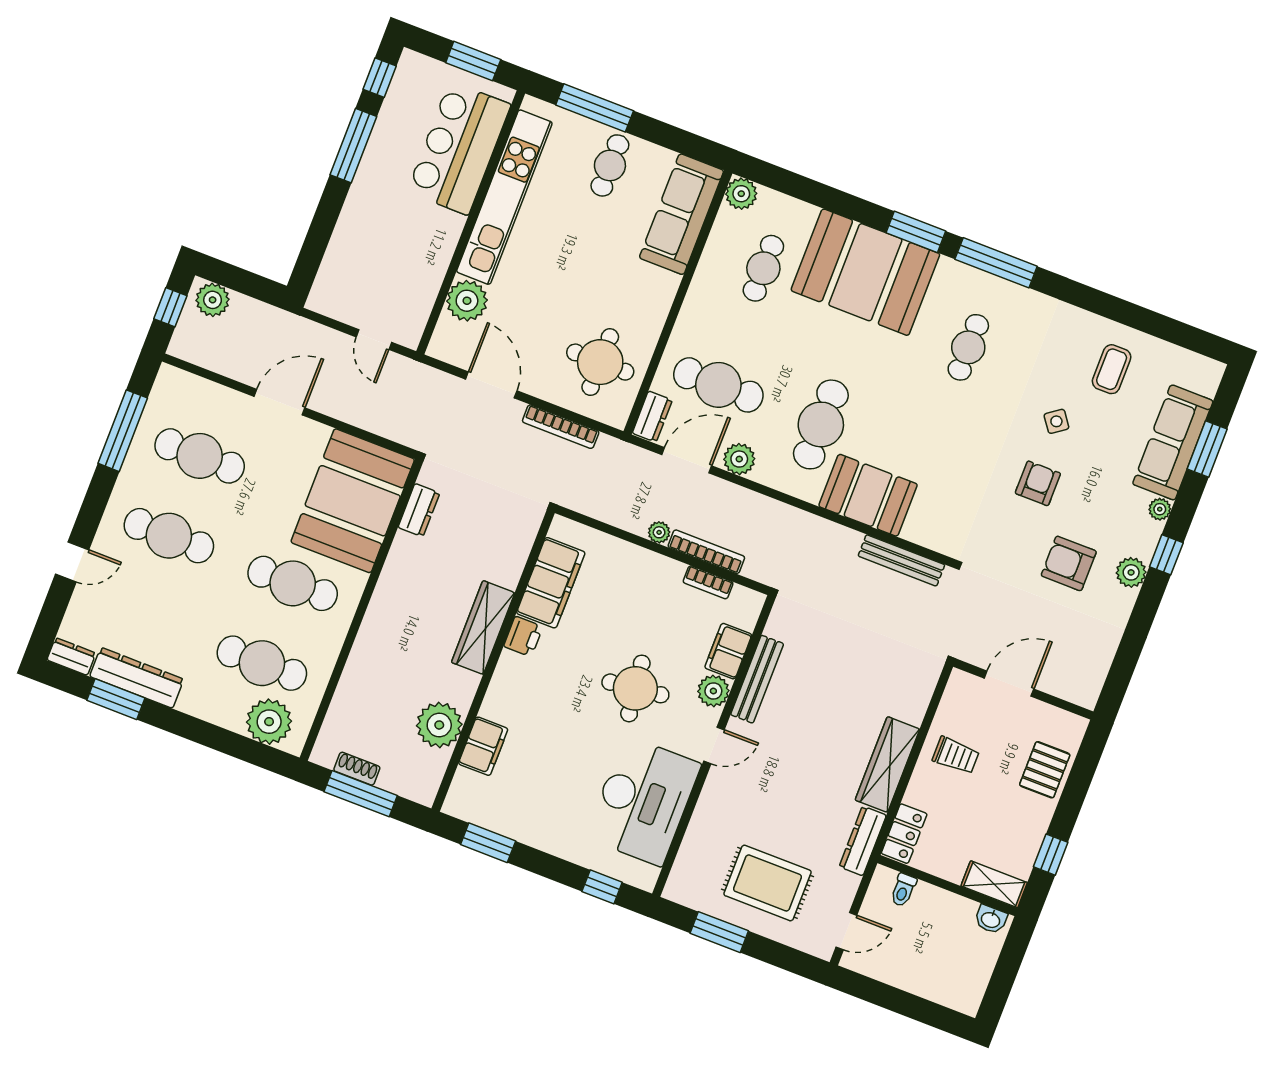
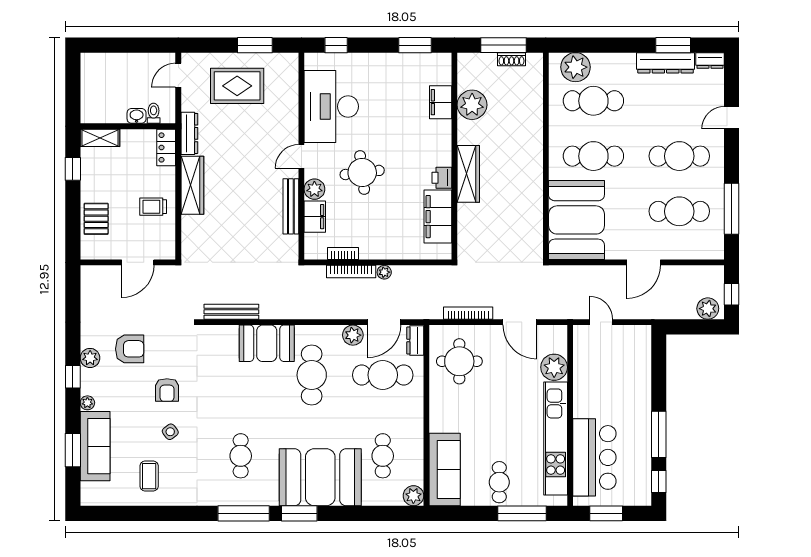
dresser: (419, 510) -> (534, 230), removed
washbasin: (991, 919) -> (137, 116), moved

